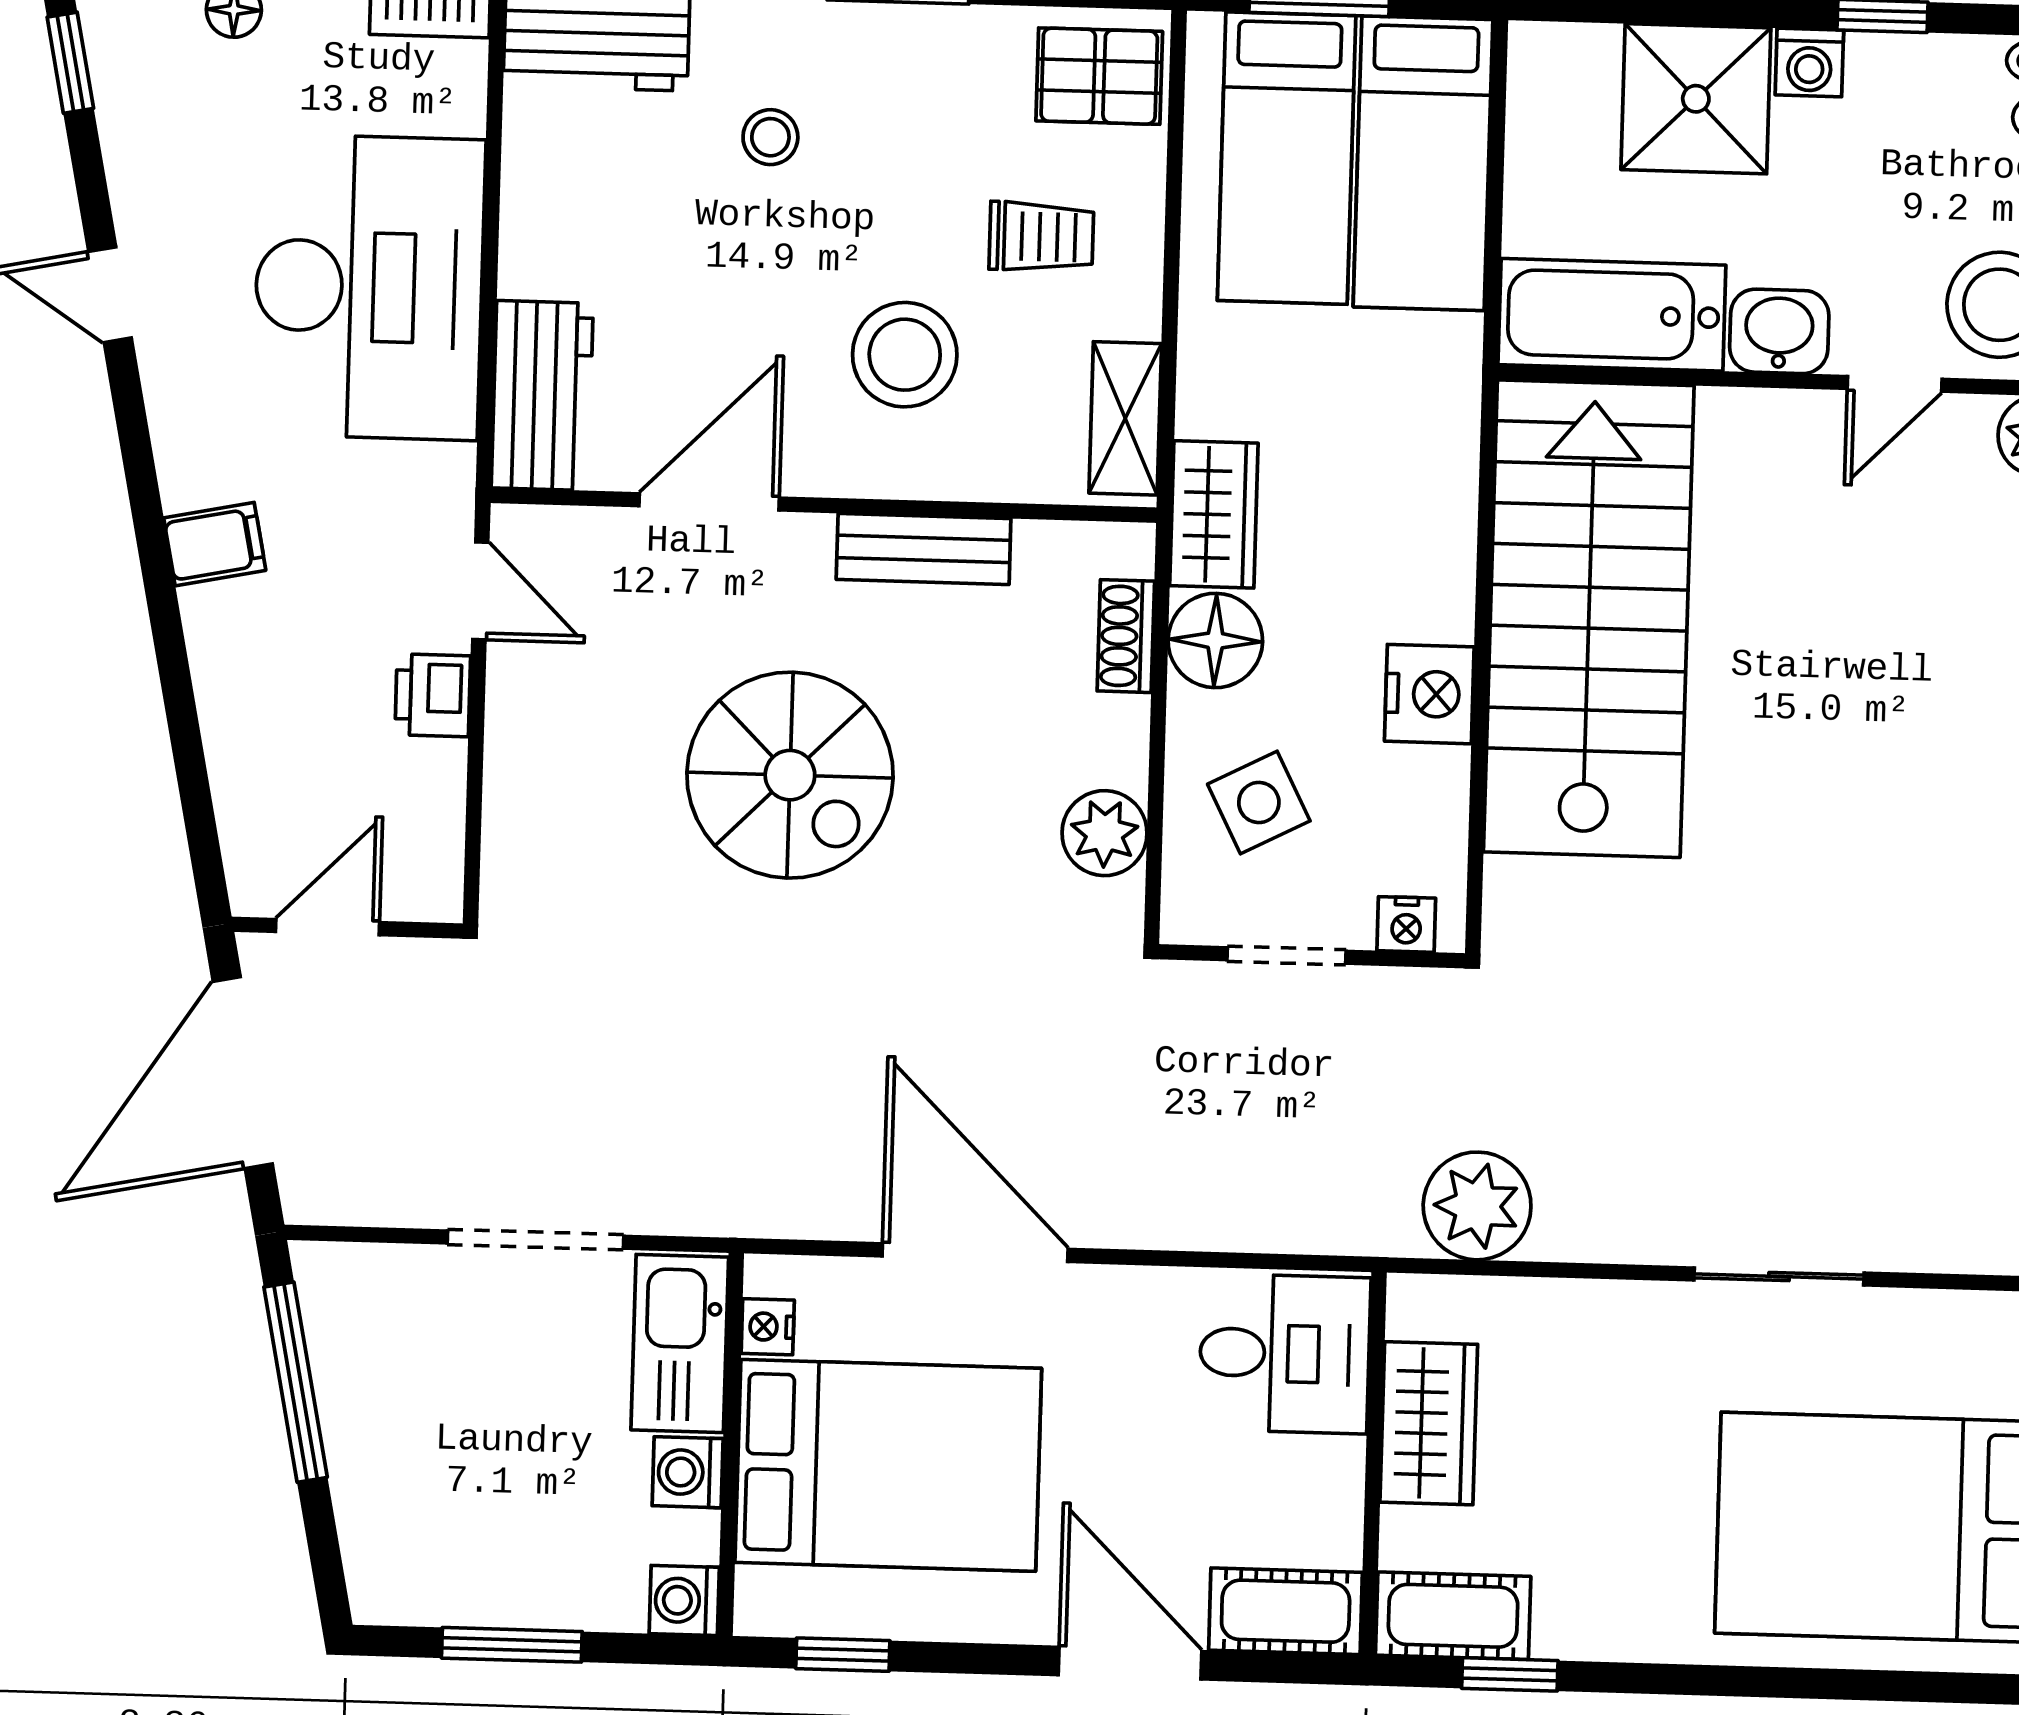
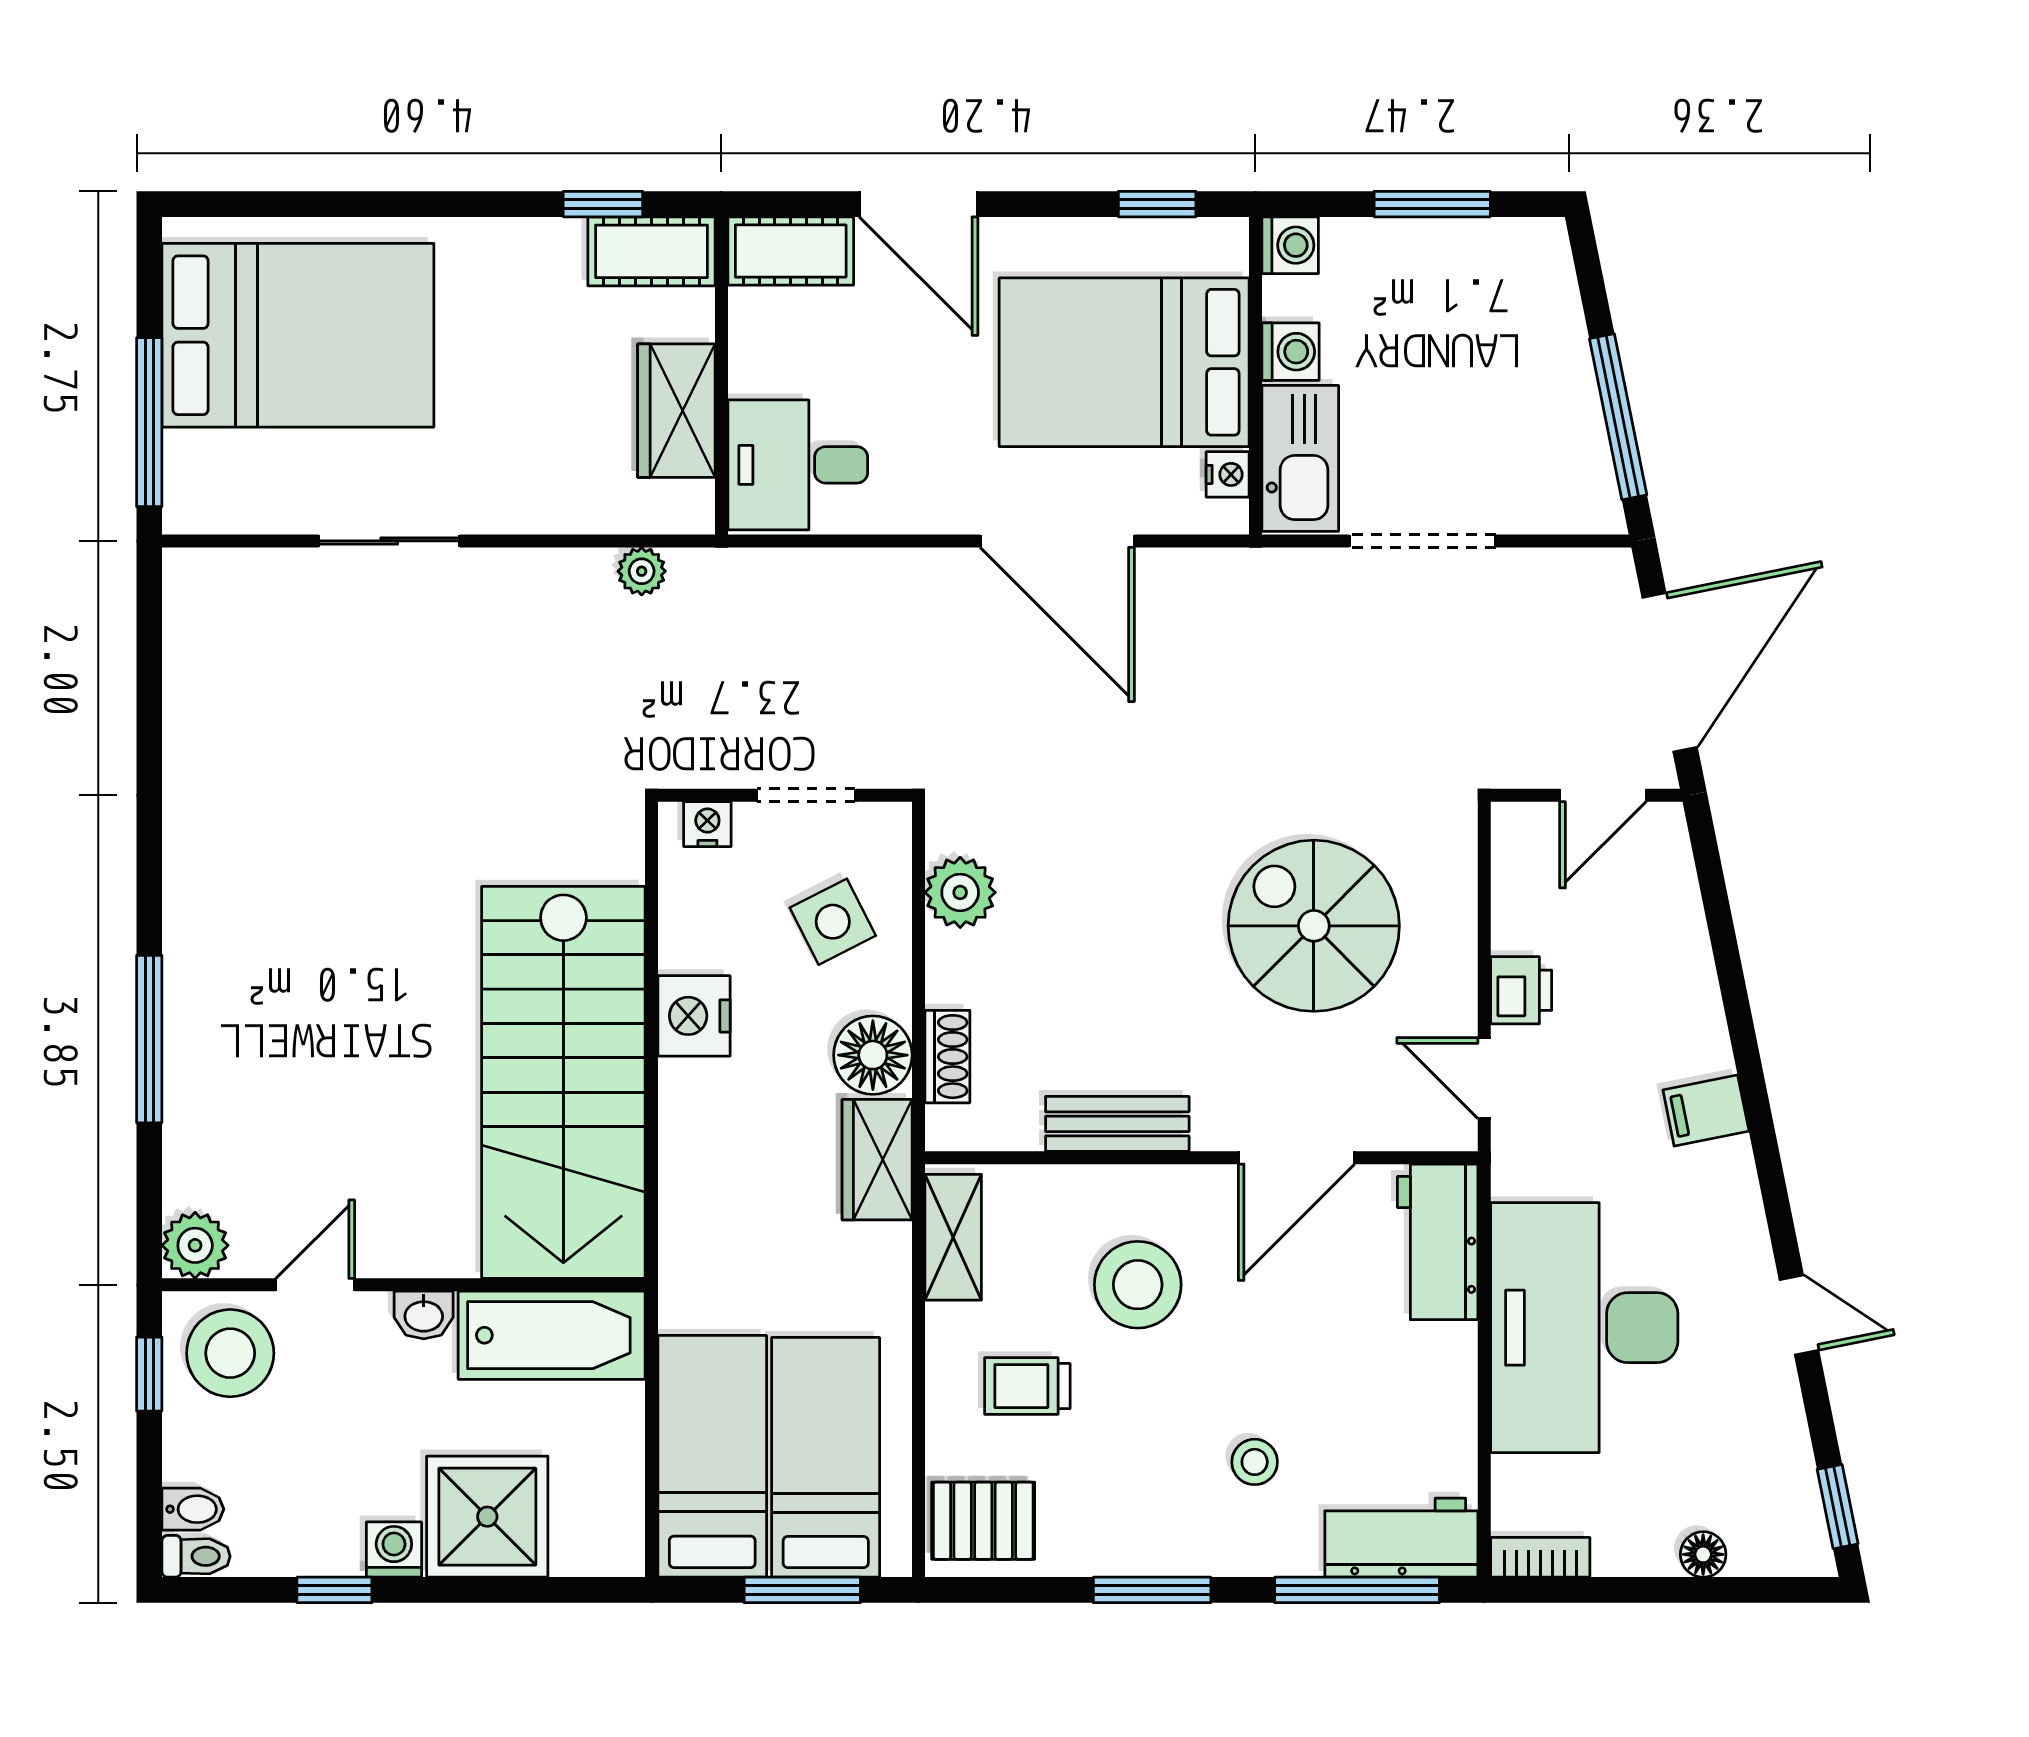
washbasin: (1779, 331) -> (424, 1315), width x0.72, depth x0.69
spiral stairs: (790, 775) -> (1314, 926), moved
plant: (1477, 1206) -> (642, 571), width x0.53, depth x0.53

